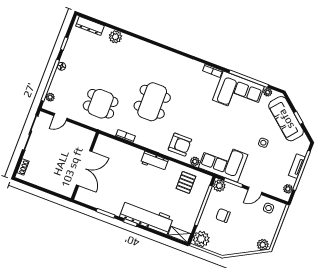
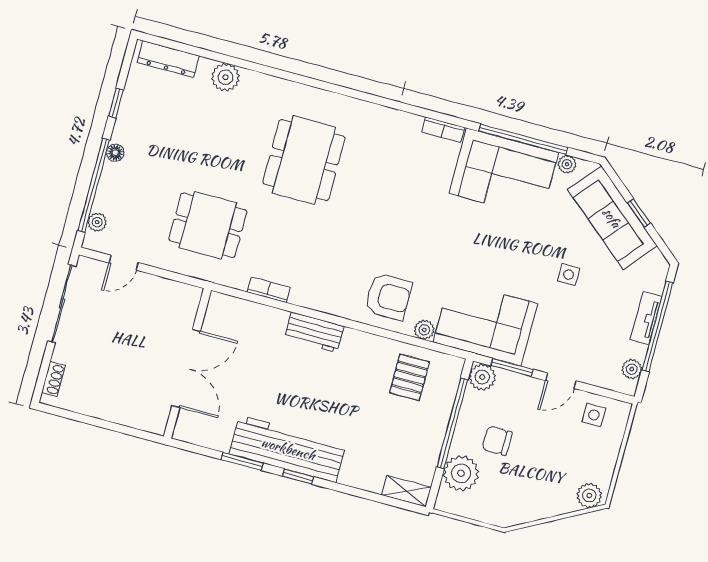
dining table: (152, 102) -> (304, 160), moved
workbench: (154, 161) -> (314, 332), moved
workbench: (146, 217) -> (288, 449), moved
plant: (201, 239) -> (461, 473), moved

